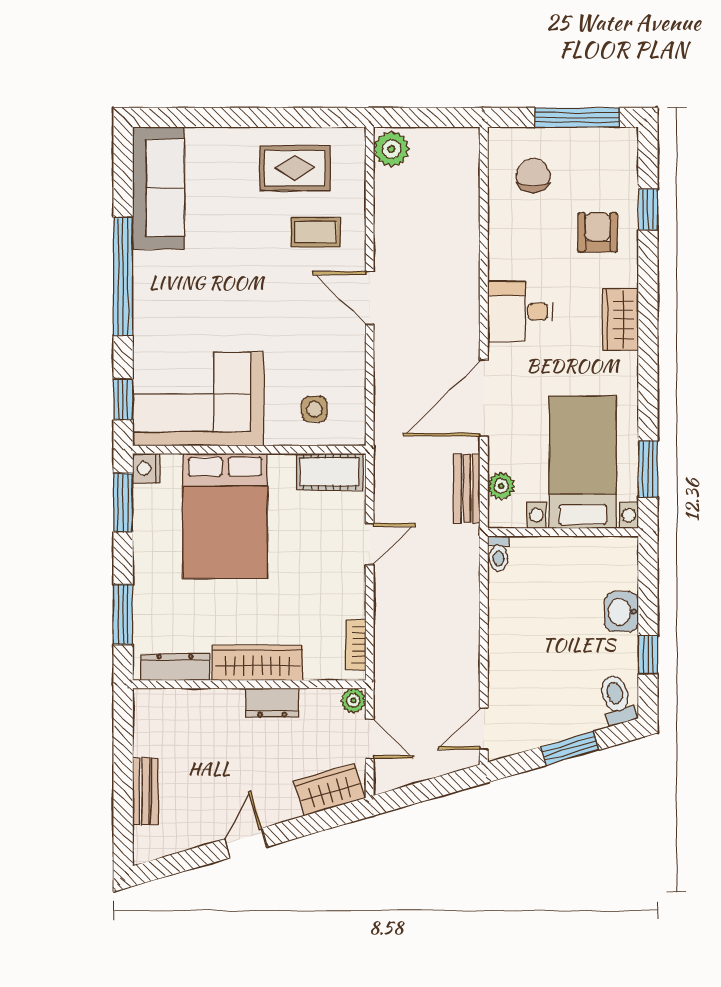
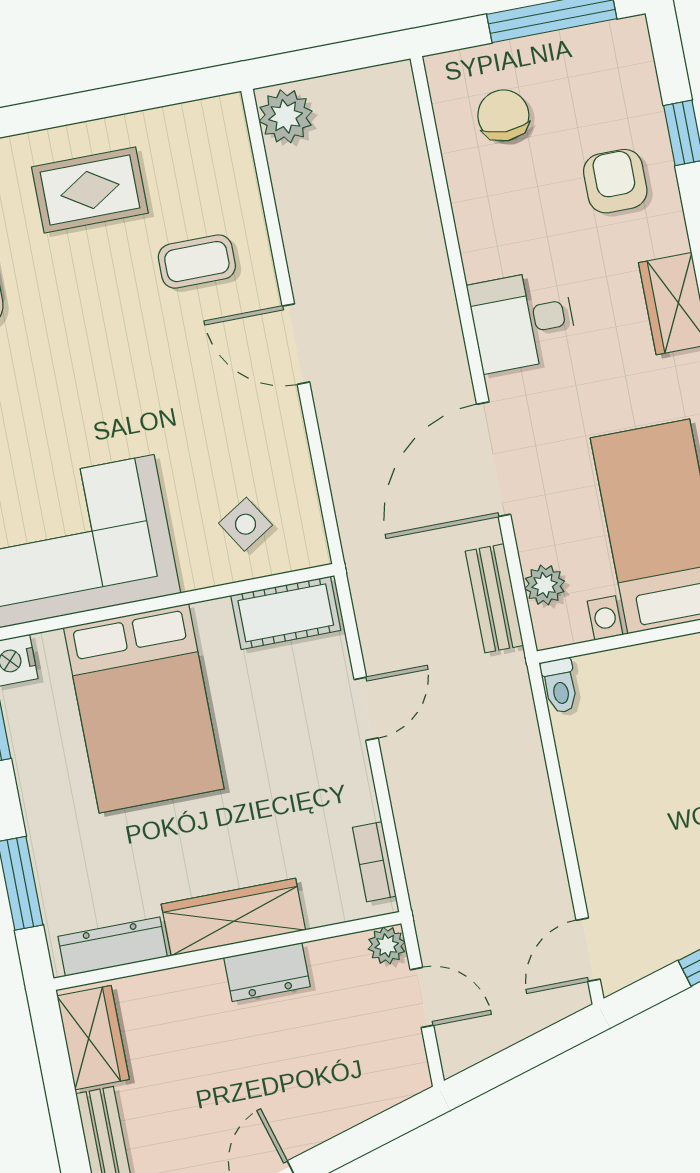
rug: (295, 168) -> (90, 190), moved
side table: (314, 409) -> (245, 524), turned -32
wardrobe: (329, 790) -> (93, 1038), moved, turned 106

